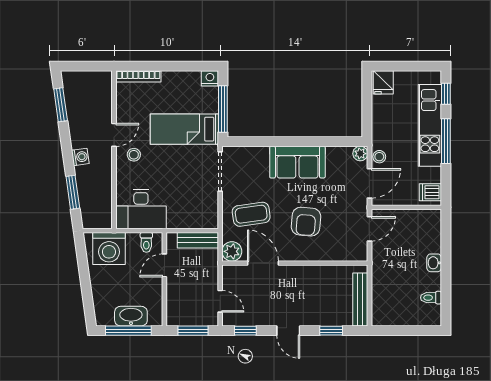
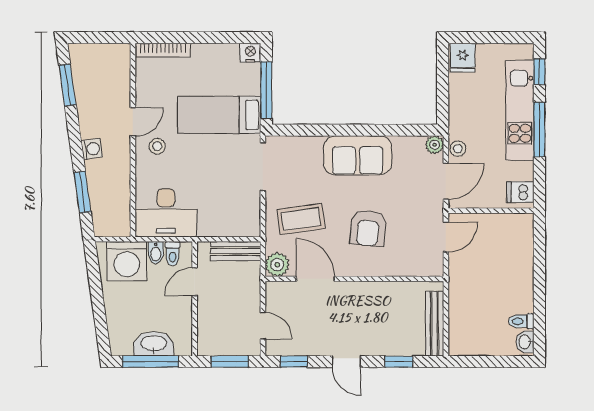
bidet: (133, 242) -> (156, 253), added
washbasin: (434, 263) -> (525, 342), moved

